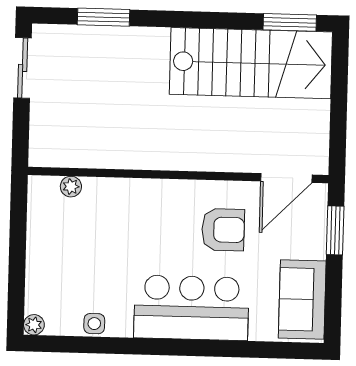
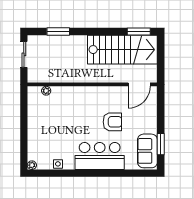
wall: (178, 175) -> (92, 84), moved
door: (286, 178) -> (139, 84), moved
plant: (71, 187) -> (46, 91), moved
window: (335, 230) -> (161, 144), moved

